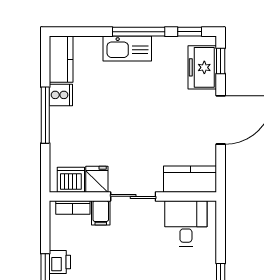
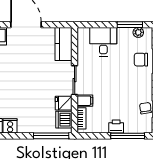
window: (45, 115) -> (51, 136), moved
desk: (186, 223) -> (103, 42), moved, turned 90

